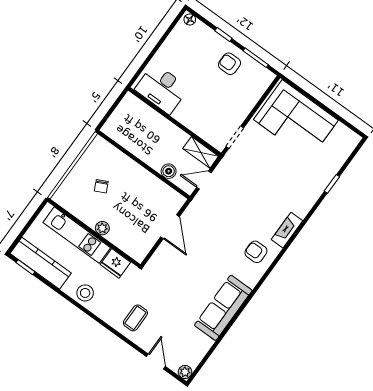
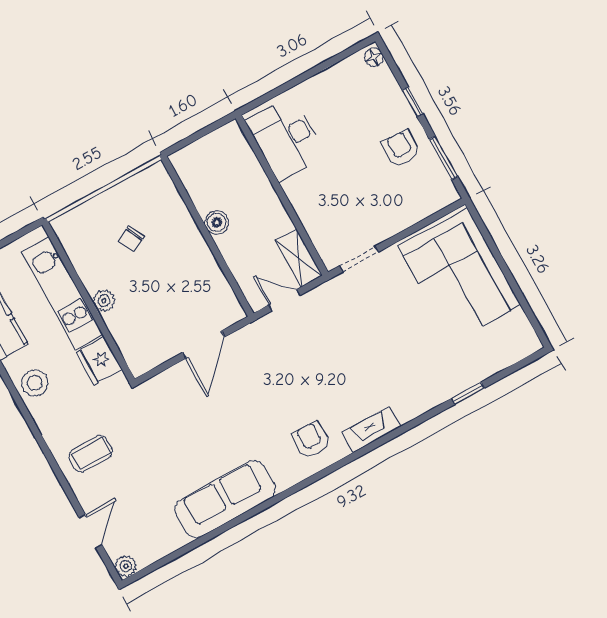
boiler: (169, 171) -> (217, 222), moved

